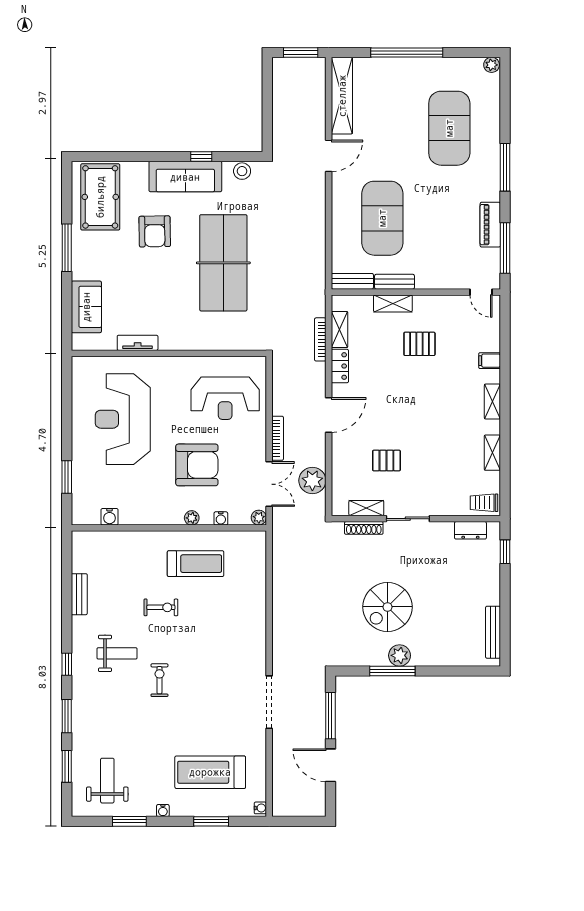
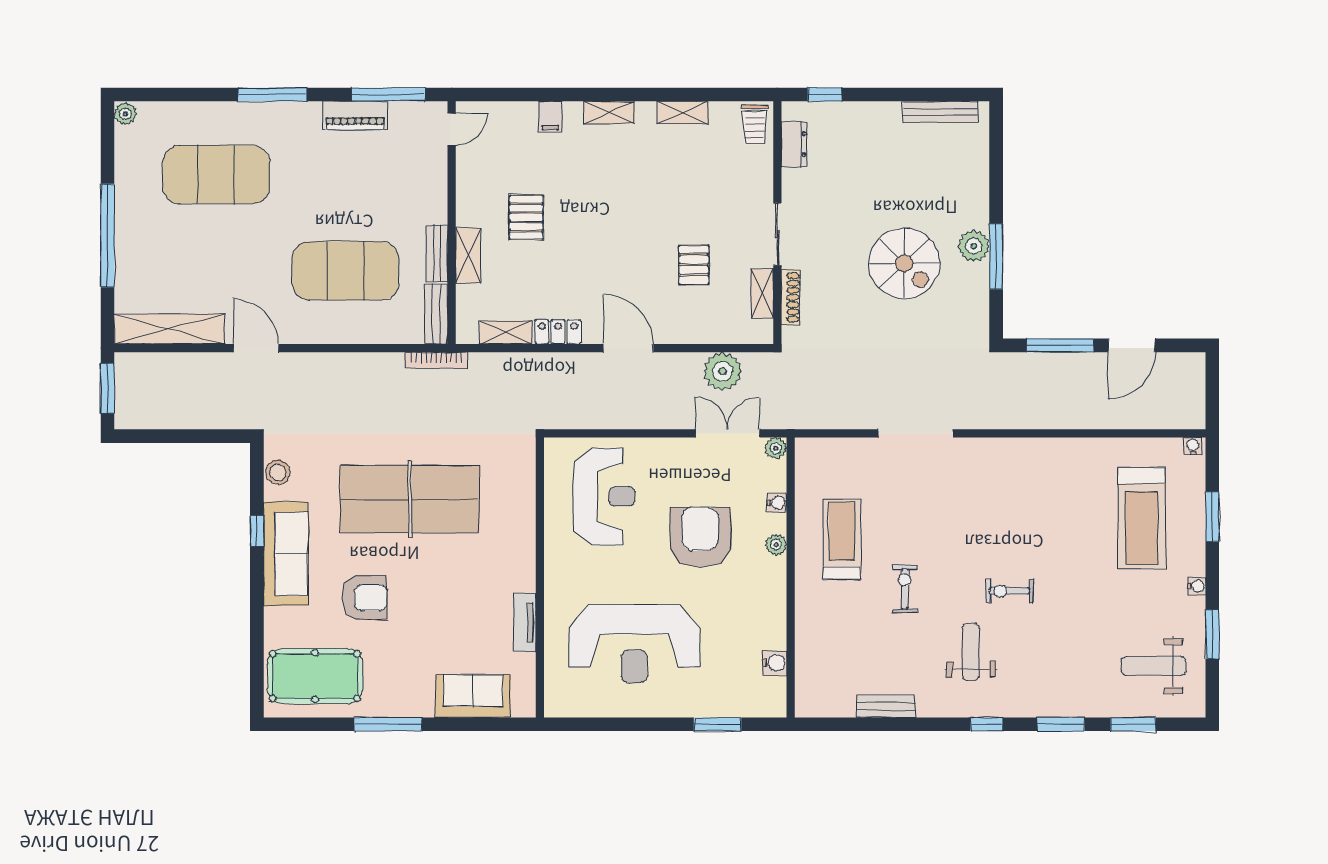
bookcase: (320, 339) -> (436, 360), moved
bookcase: (278, 438) -> (662, 421), removed
doorway: (269, 702) -> (915, 433), moved

